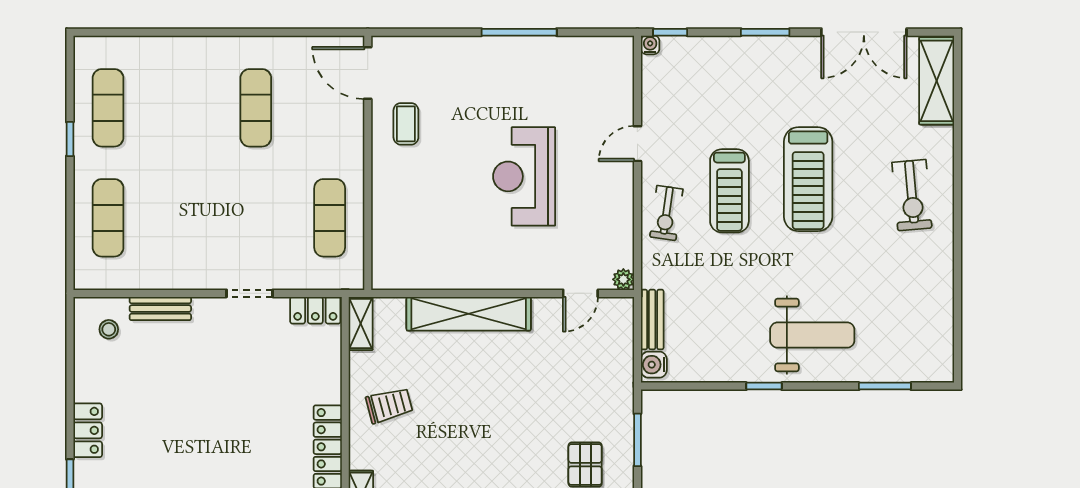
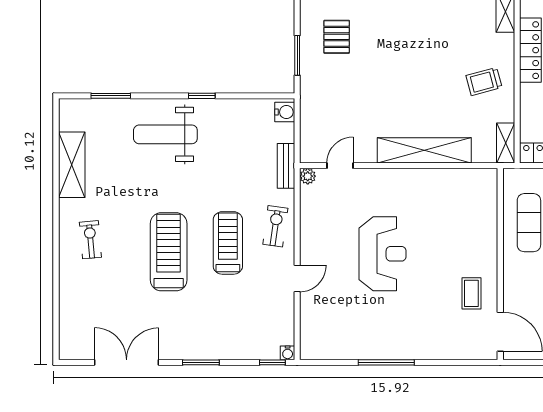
shelving: (937, 81) -> (72, 165), moved
exercise bike: (912, 195) -> (90, 240), width x0.73, depth x0.72
bench: (652, 319) -> (286, 166), moved

